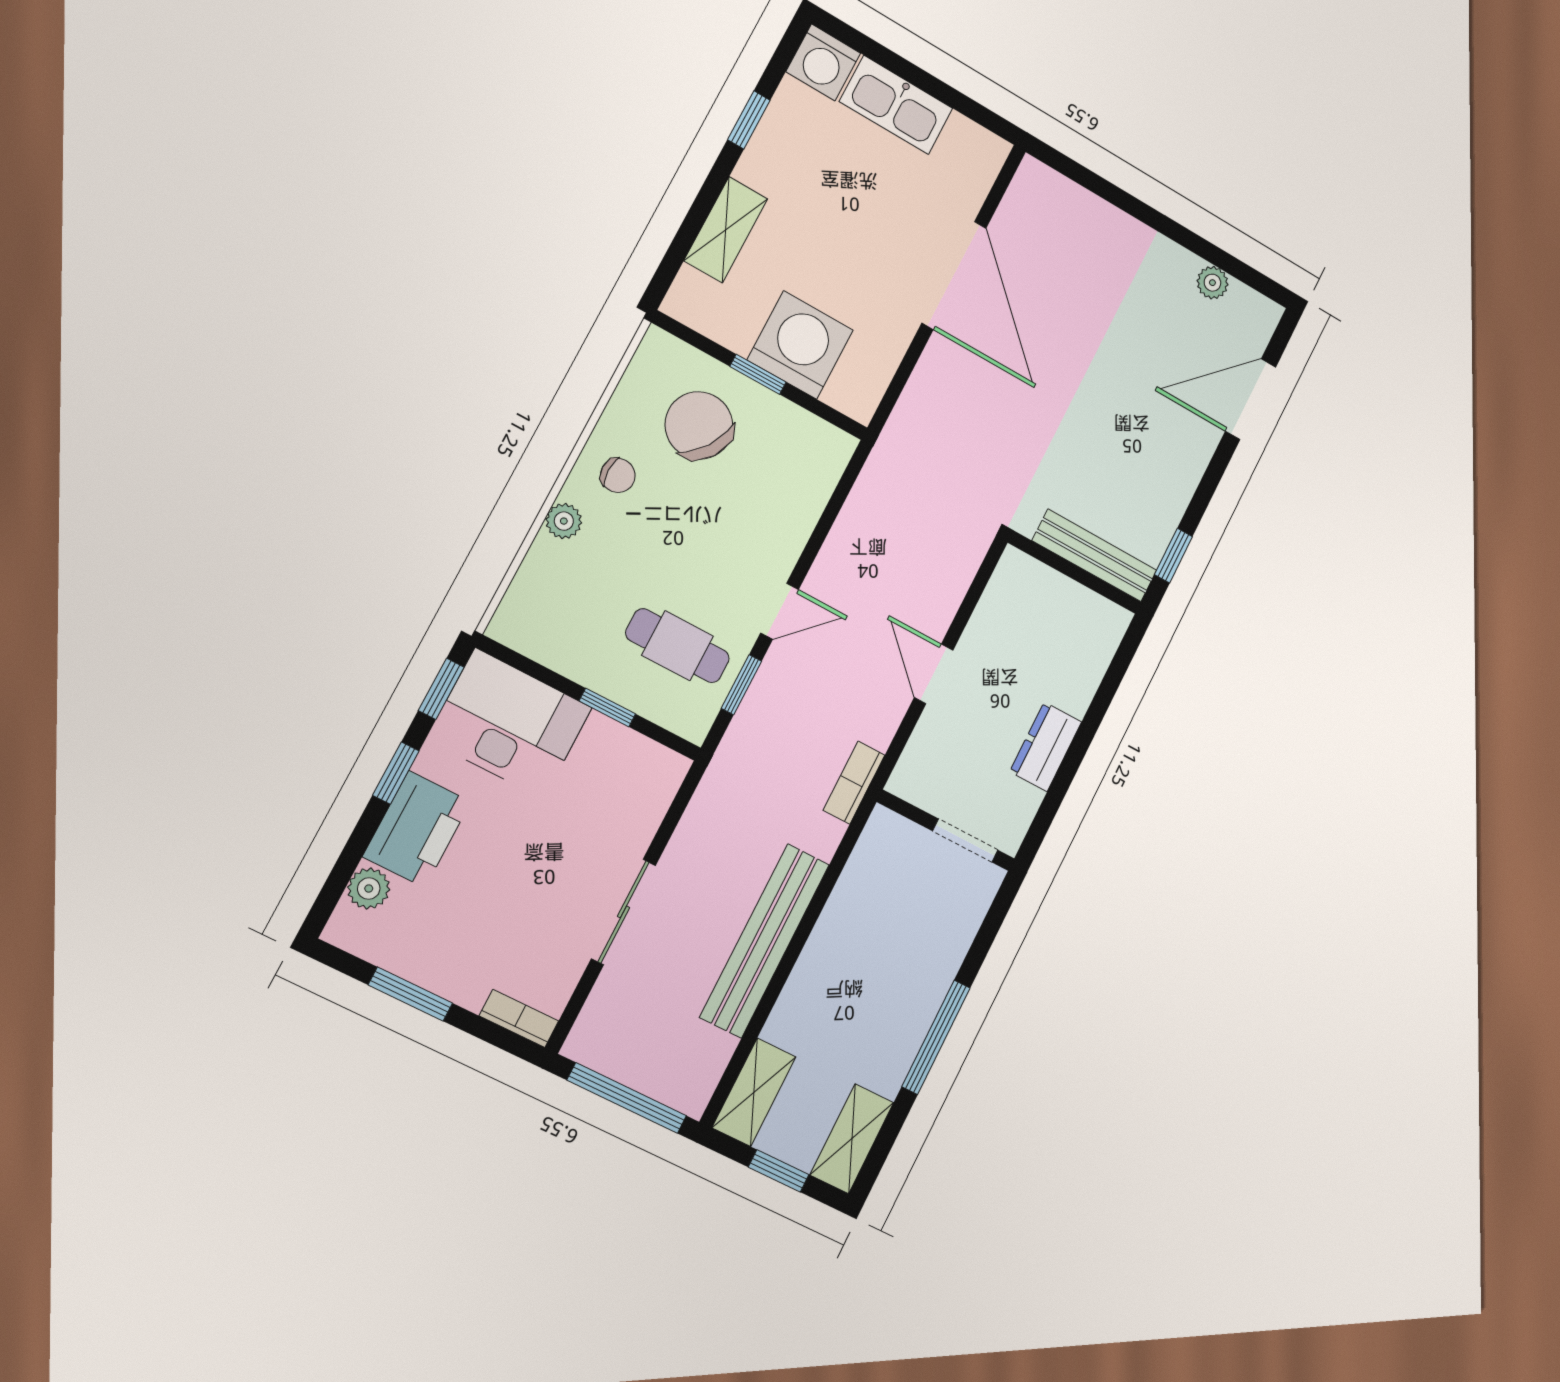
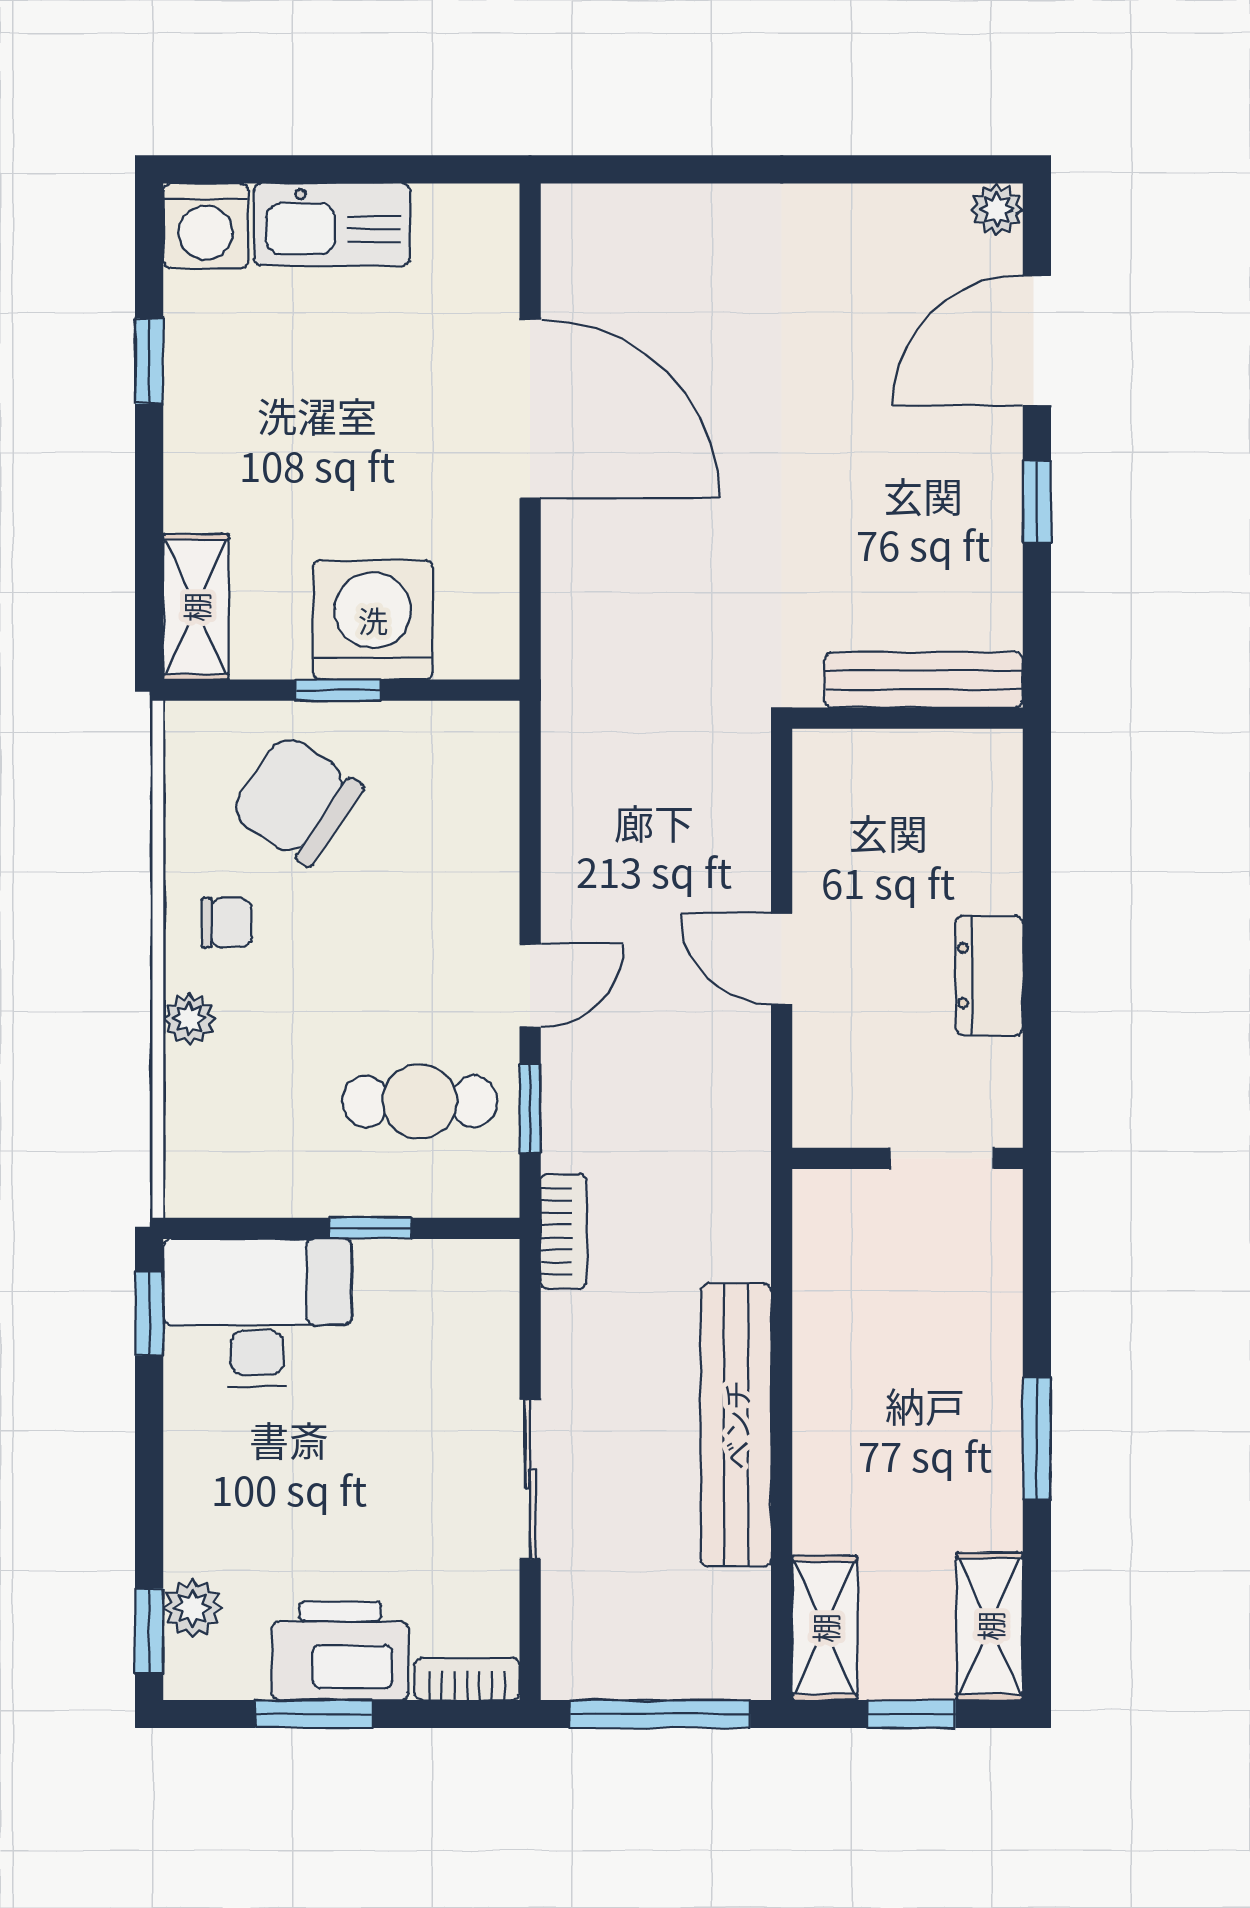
shelving: (726, 230) -> (196, 607), moved
plant: (1212, 283) -> (997, 210), moved
window: (1173, 556) -> (1037, 502), moved
window: (396, 773) -> (149, 1631), moved
bookcase: (854, 783) -> (564, 1231), moved, turned 180
printer: (417, 829) -> (340, 1651), moved, turned -90
window: (936, 1037) -> (1037, 1439), width x0.69

